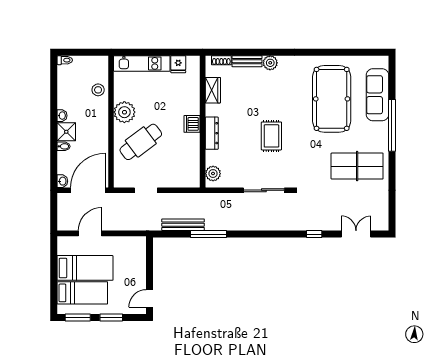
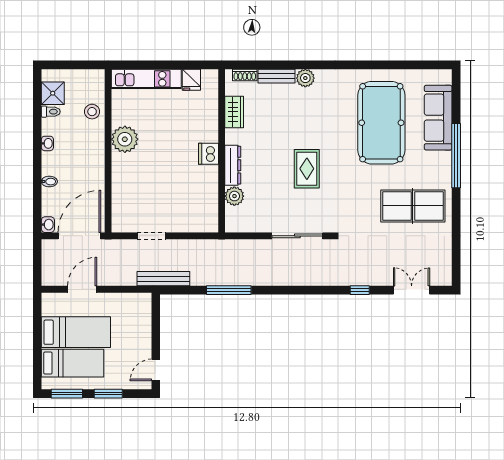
toilet: (65, 60) -> (51, 112), moved
shower: (66, 132) -> (53, 93), moved
cafe table: (141, 142) -> (145, 176), removed
plant: (213, 174) -> (234, 196), moved
bench: (183, 225) -> (163, 279), moved

